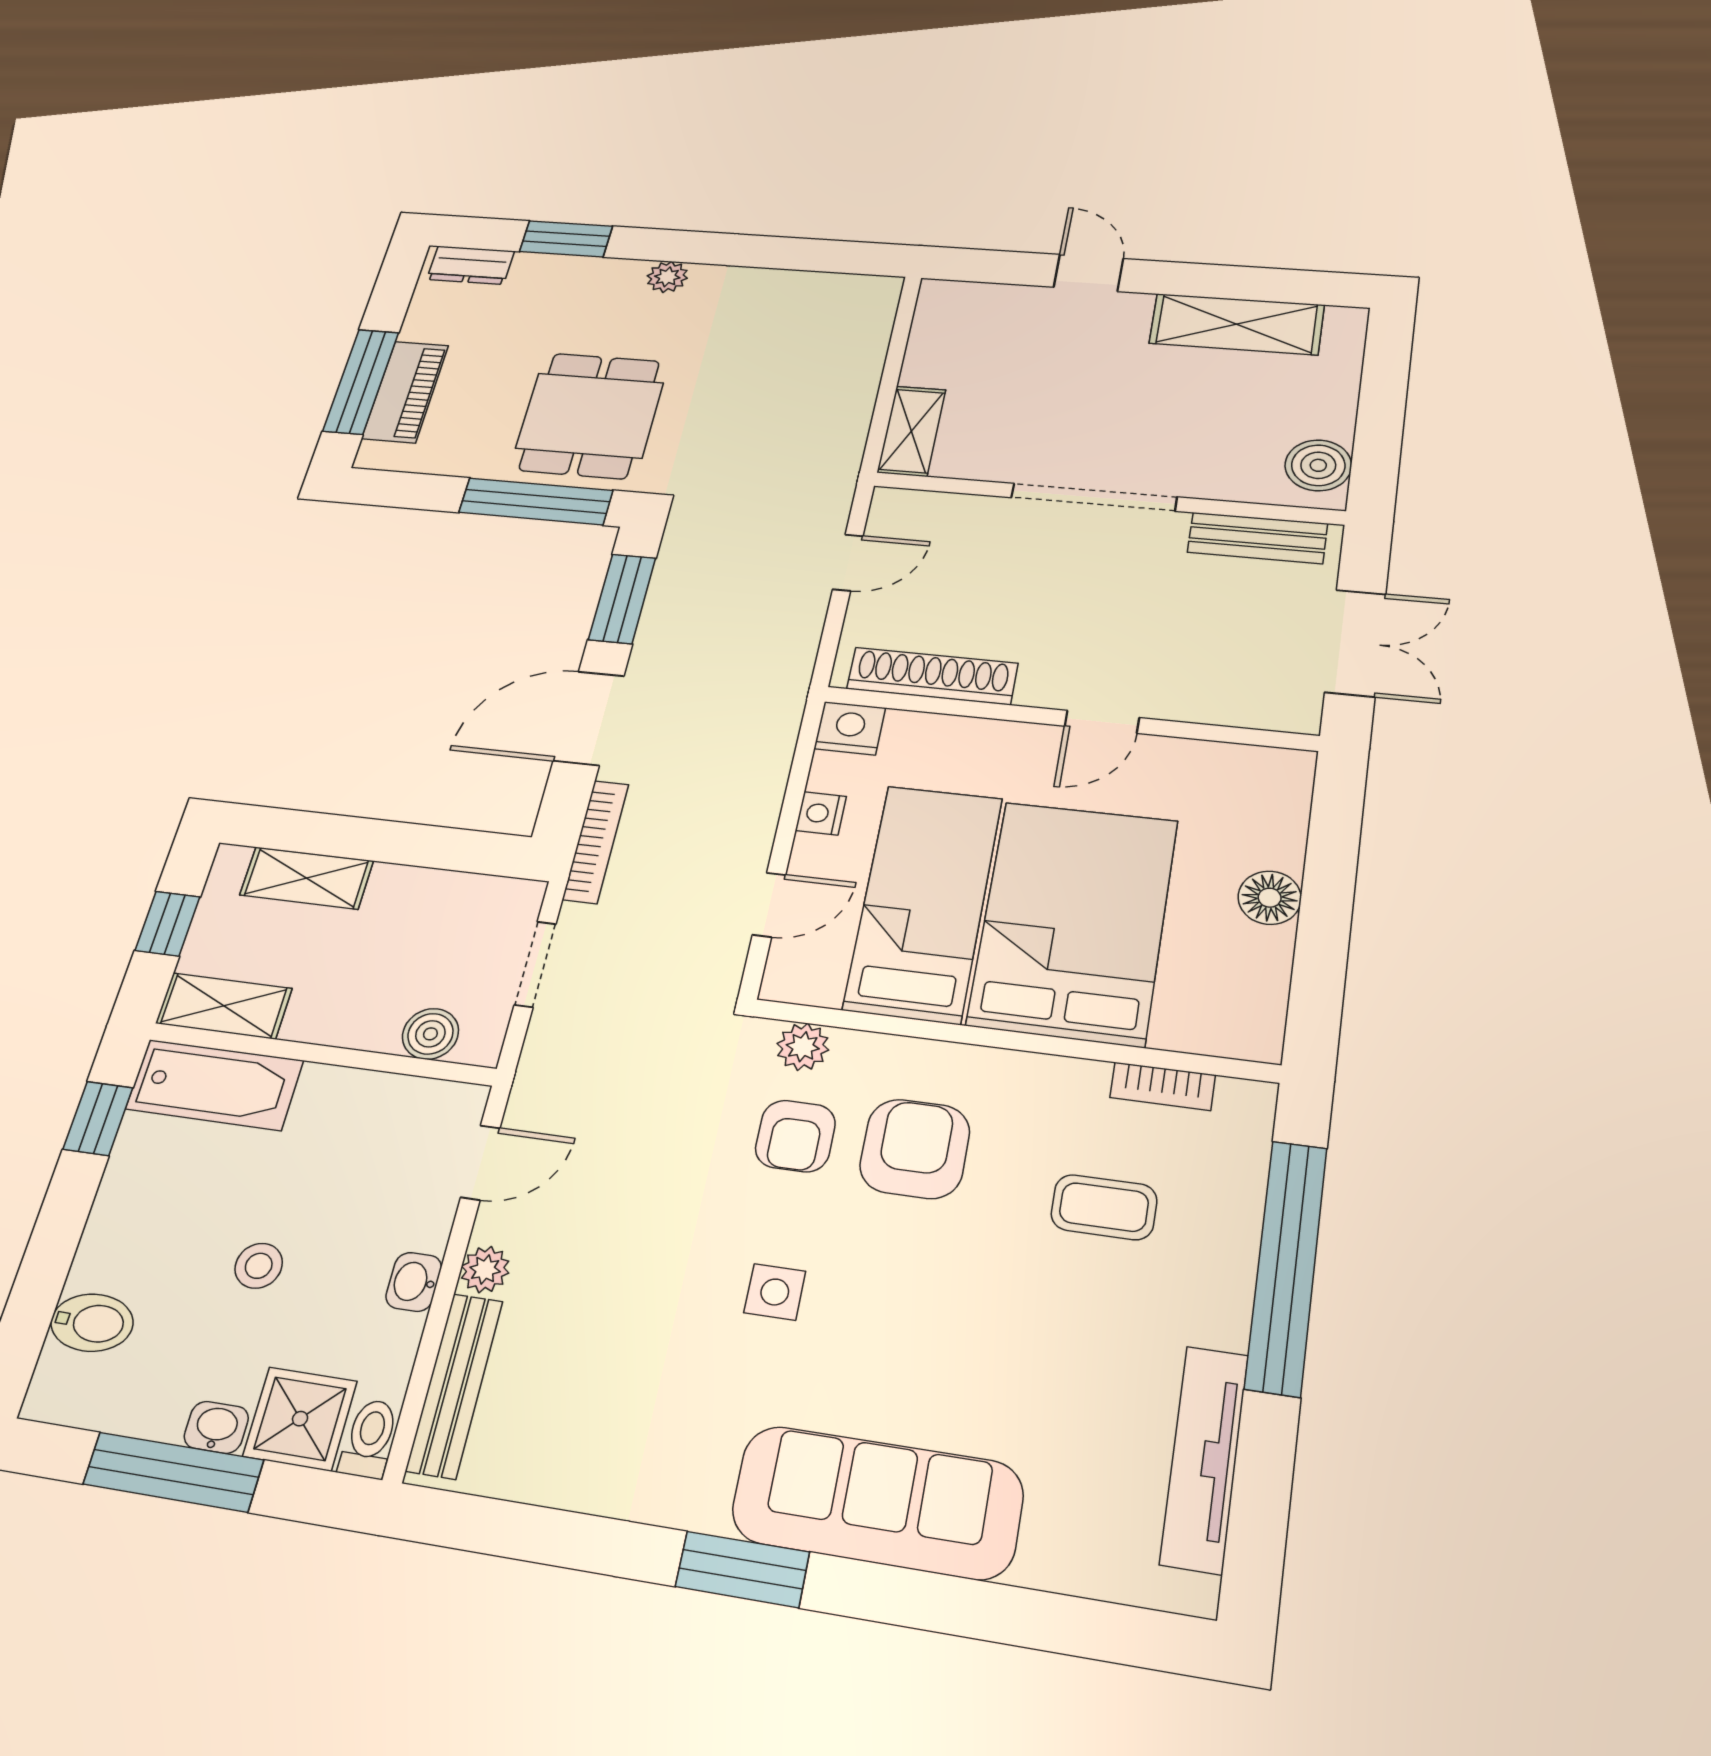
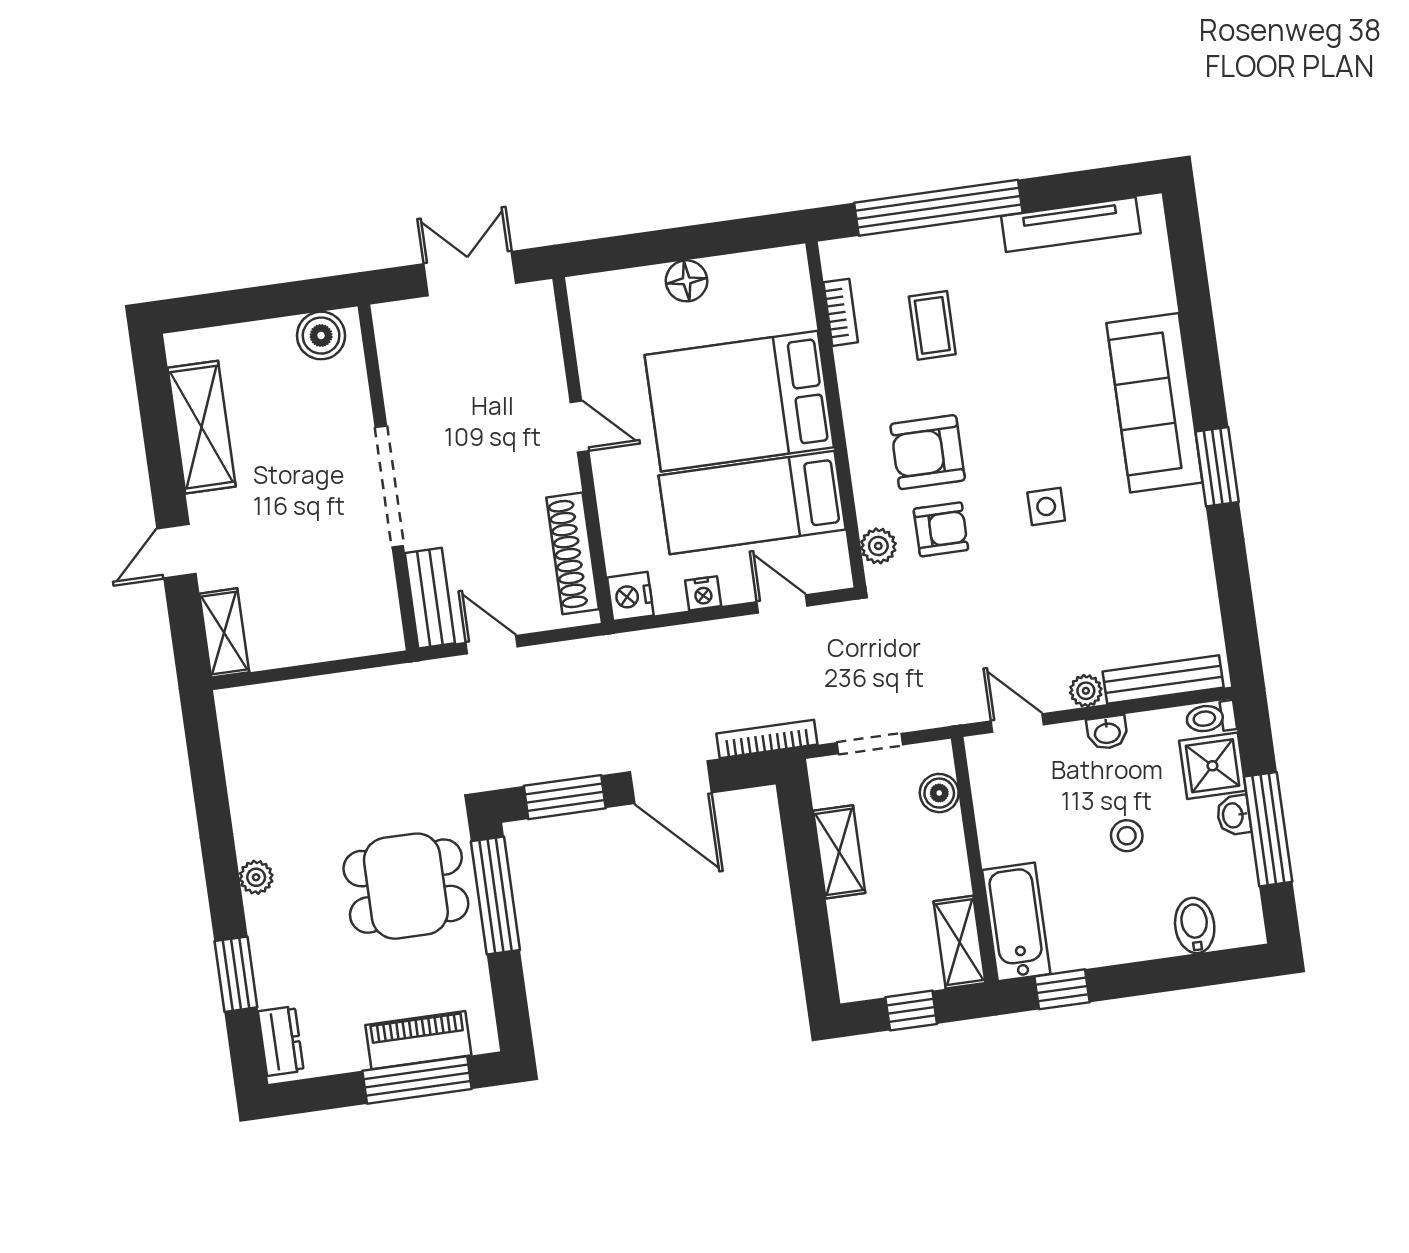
shelving: (911, 431) -> (224, 633), moved, turned 90
bench: (1257, 538) -> (430, 598), moved
shelving: (307, 878) -> (839, 852), moved

